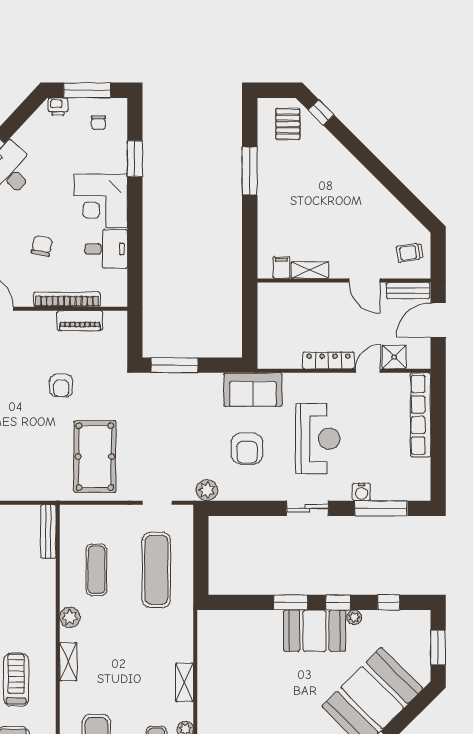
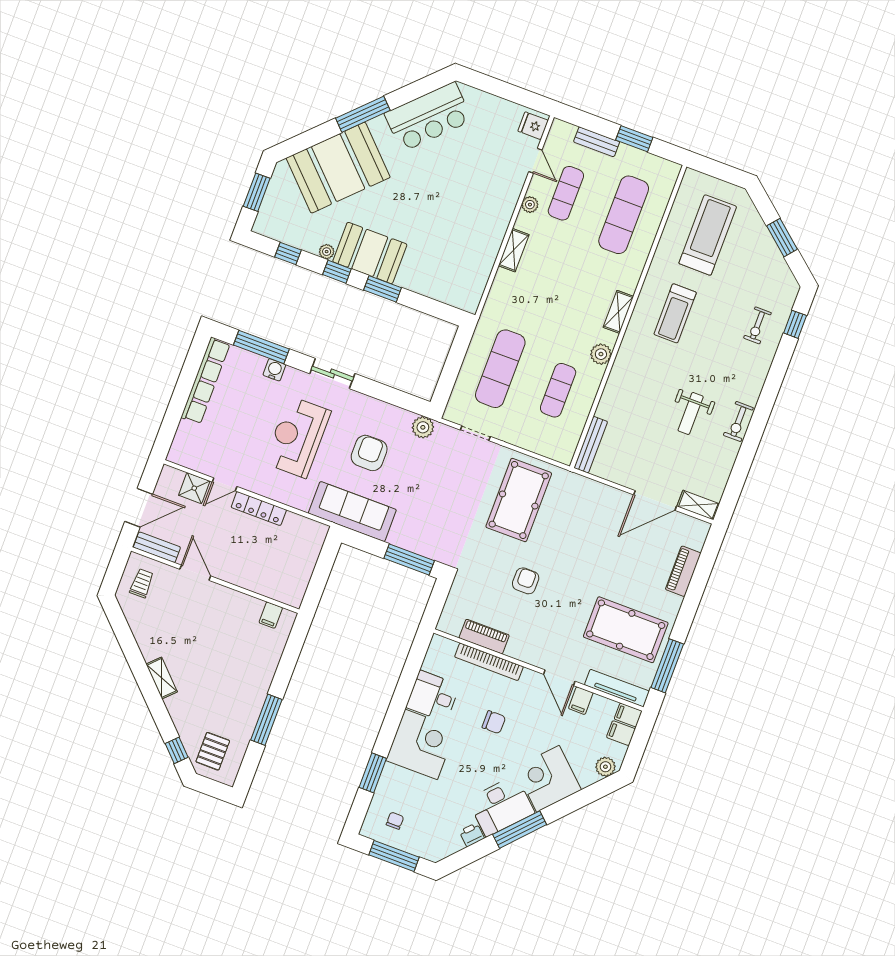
printer: (58, 107) -> (472, 835), moved, turned -47
chair: (42, 246) -> (494, 722), turned -102
trolley: (410, 253) -> (142, 583), turned -81
shelving: (310, 270) -> (162, 678), moved, turned 45
sofa: (253, 390) -> (352, 512), width x1.36
row of seats: (421, 415) -> (205, 381), moved

